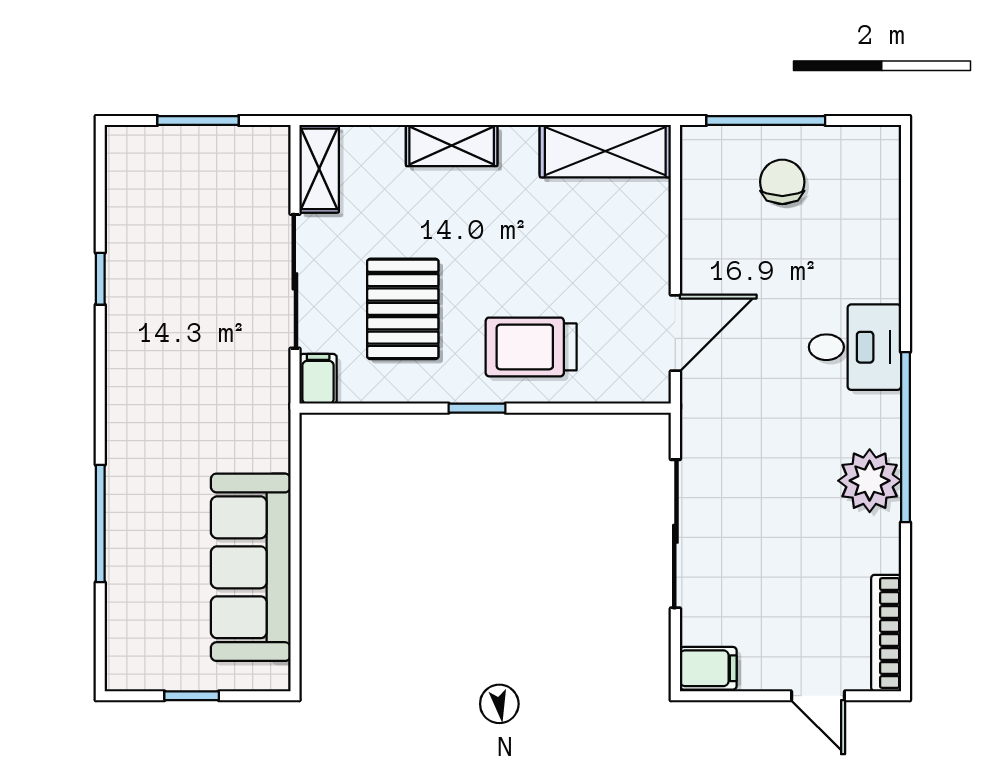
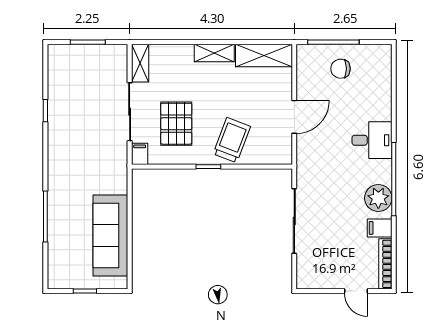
shelving: (452, 146) -> (214, 53), moved
chair: (782, 182) -> (341, 69), turned -90
door: (675, 333) -> (294, 117), moved
trolley: (531, 347) -> (232, 140), turned 111
filing cabinet: (708, 668) -> (380, 228), moved, turned 180

